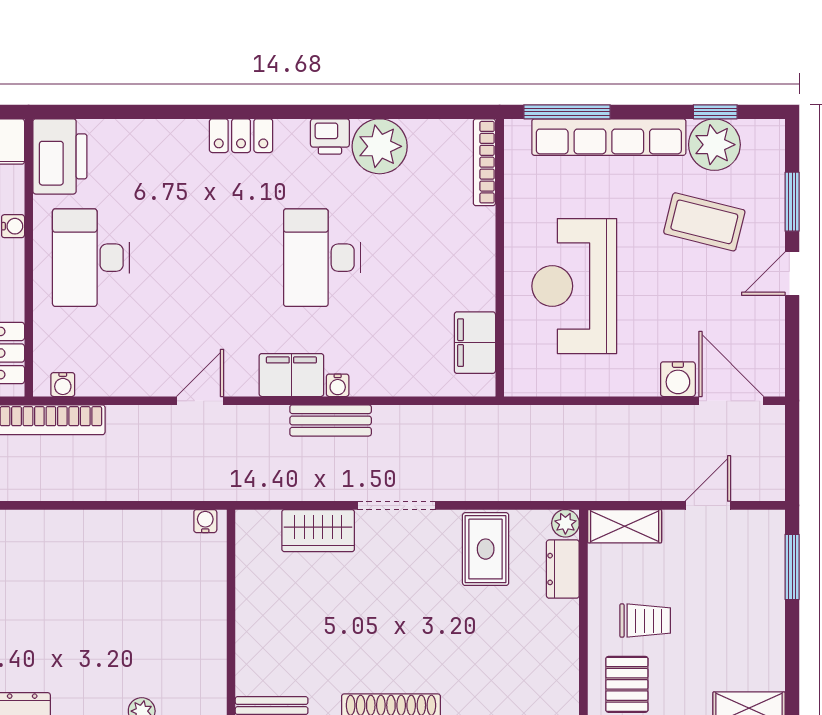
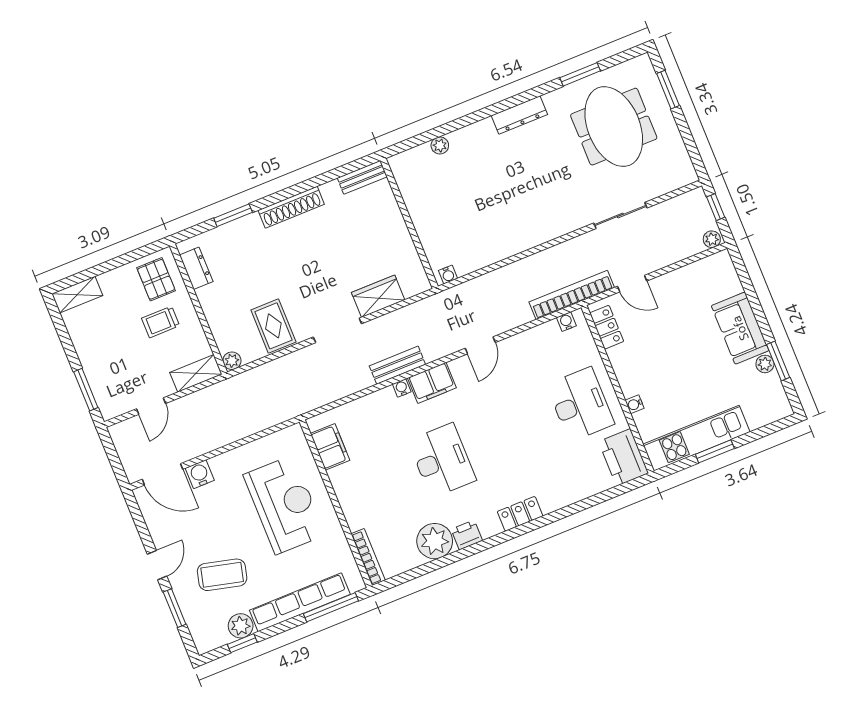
plant: (714, 145) -> (241, 626), width x0.73, depth x0.73
dresser: (563, 569) -> (196, 268), moved

